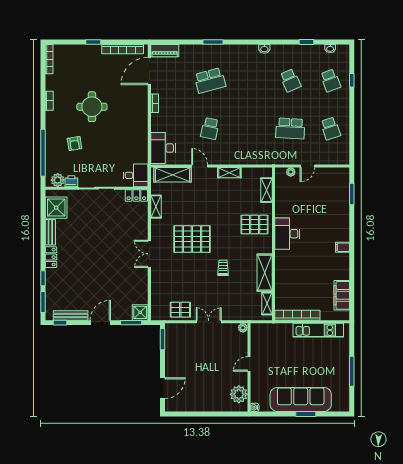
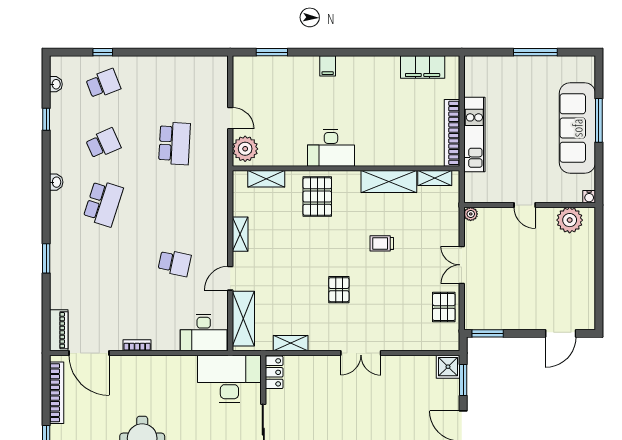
school desk: (210, 80) -> (103, 203), moved, turned 33
school desk: (331, 128) -> (175, 84), removed
plant: (291, 172) -> (245, 149), width x1.87, depth x1.87
desk: (136, 175) -> (229, 379), width x1.87, depth x1.30
pallet: (192, 239) -> (339, 290), width x0.49, depth x0.50
filing cabinet: (342, 247) -> (328, 66), moved
kitchen unit: (318, 330) -> (474, 135), moved
door: (163, 388) -> (561, 333), swing flipped
window: (306, 414) -> (599, 120), width x1.44

